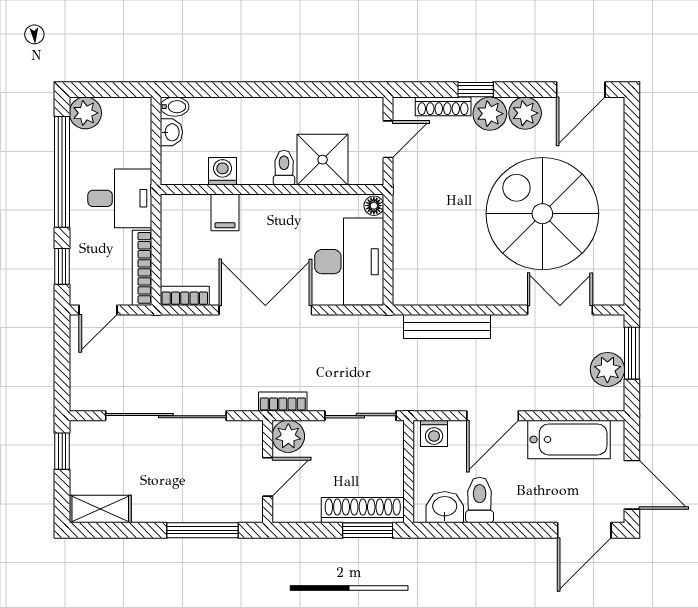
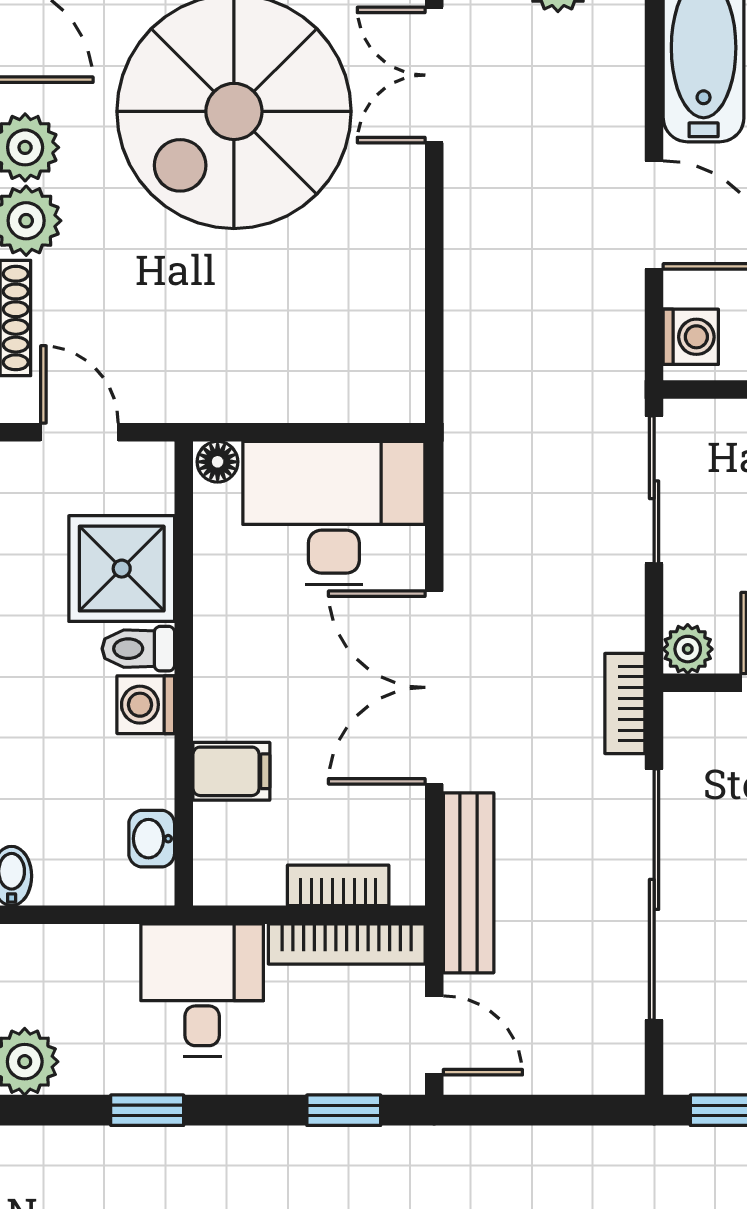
washbasin: (171, 132) -> (152, 839), moved, turned -90
washing machine: (222, 171) -> (146, 705), moved
window: (62, 172) -> (147, 1110), width x0.32
bookcase: (185, 296) -> (338, 885), moved, turned 90
bench: (447, 326) -> (469, 883), moved
bookcase: (283, 402) -> (625, 703), moved
plant: (288, 436) -> (688, 649), width x0.73, depth x0.73

